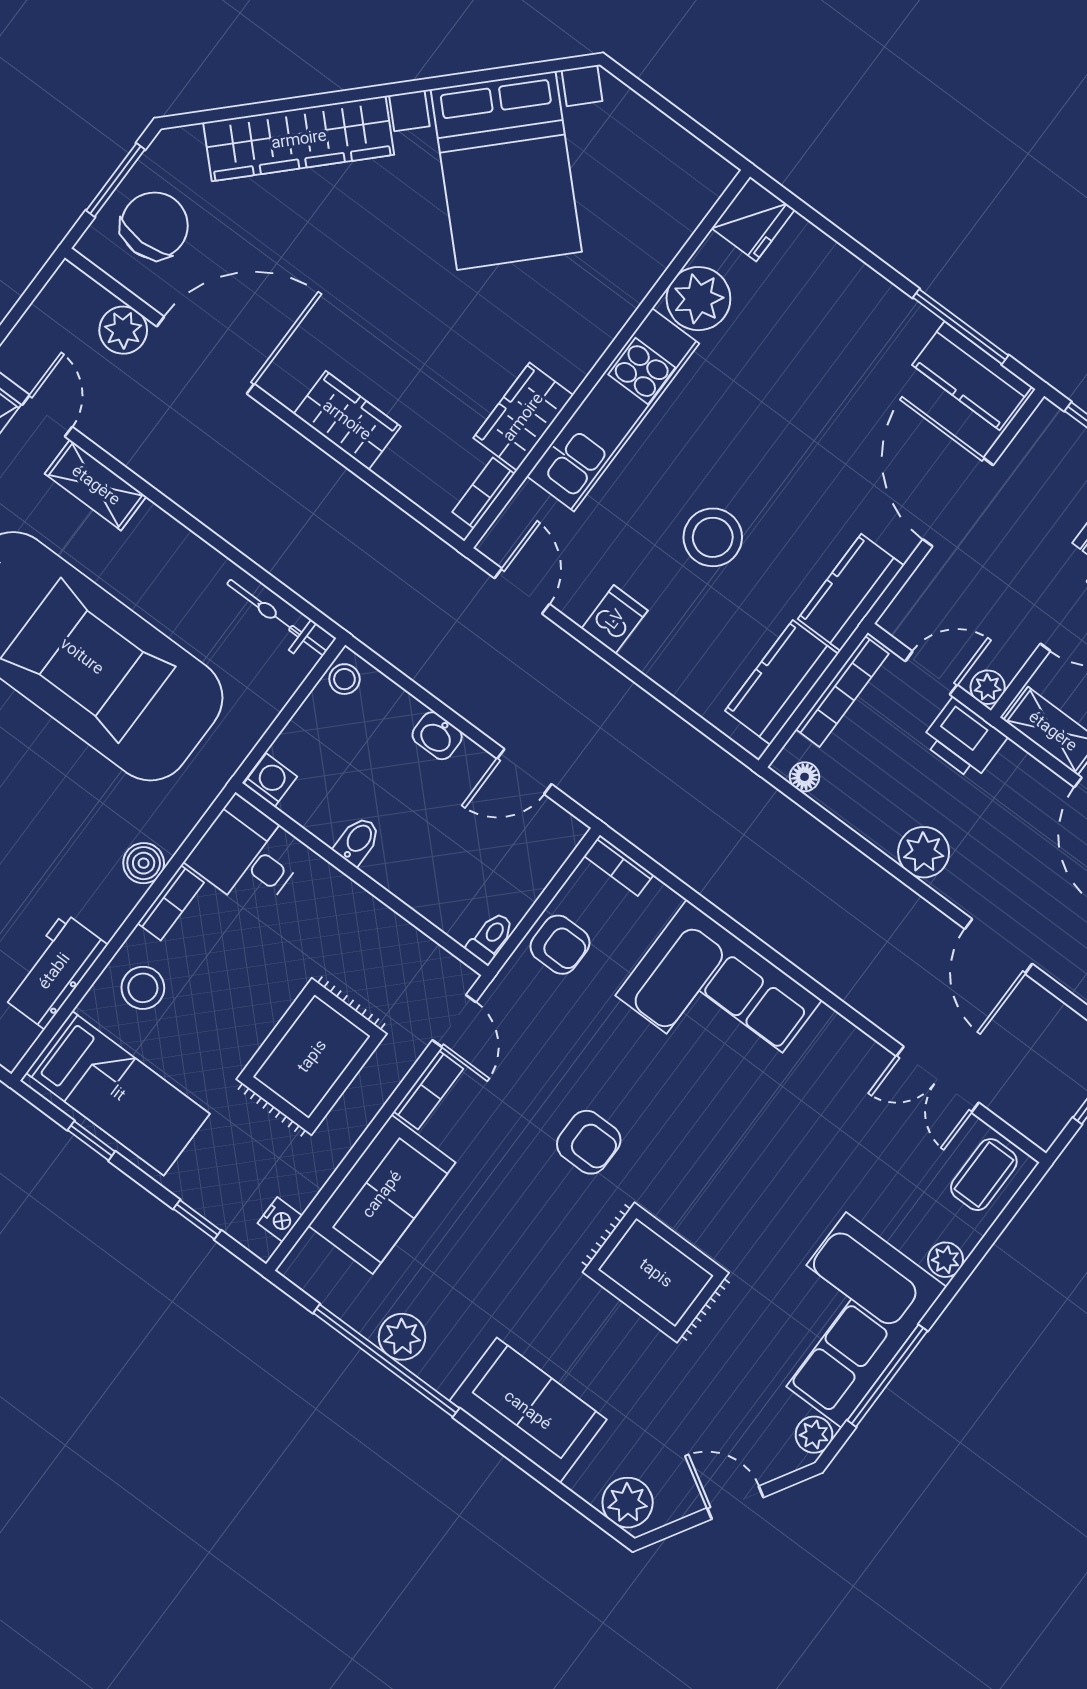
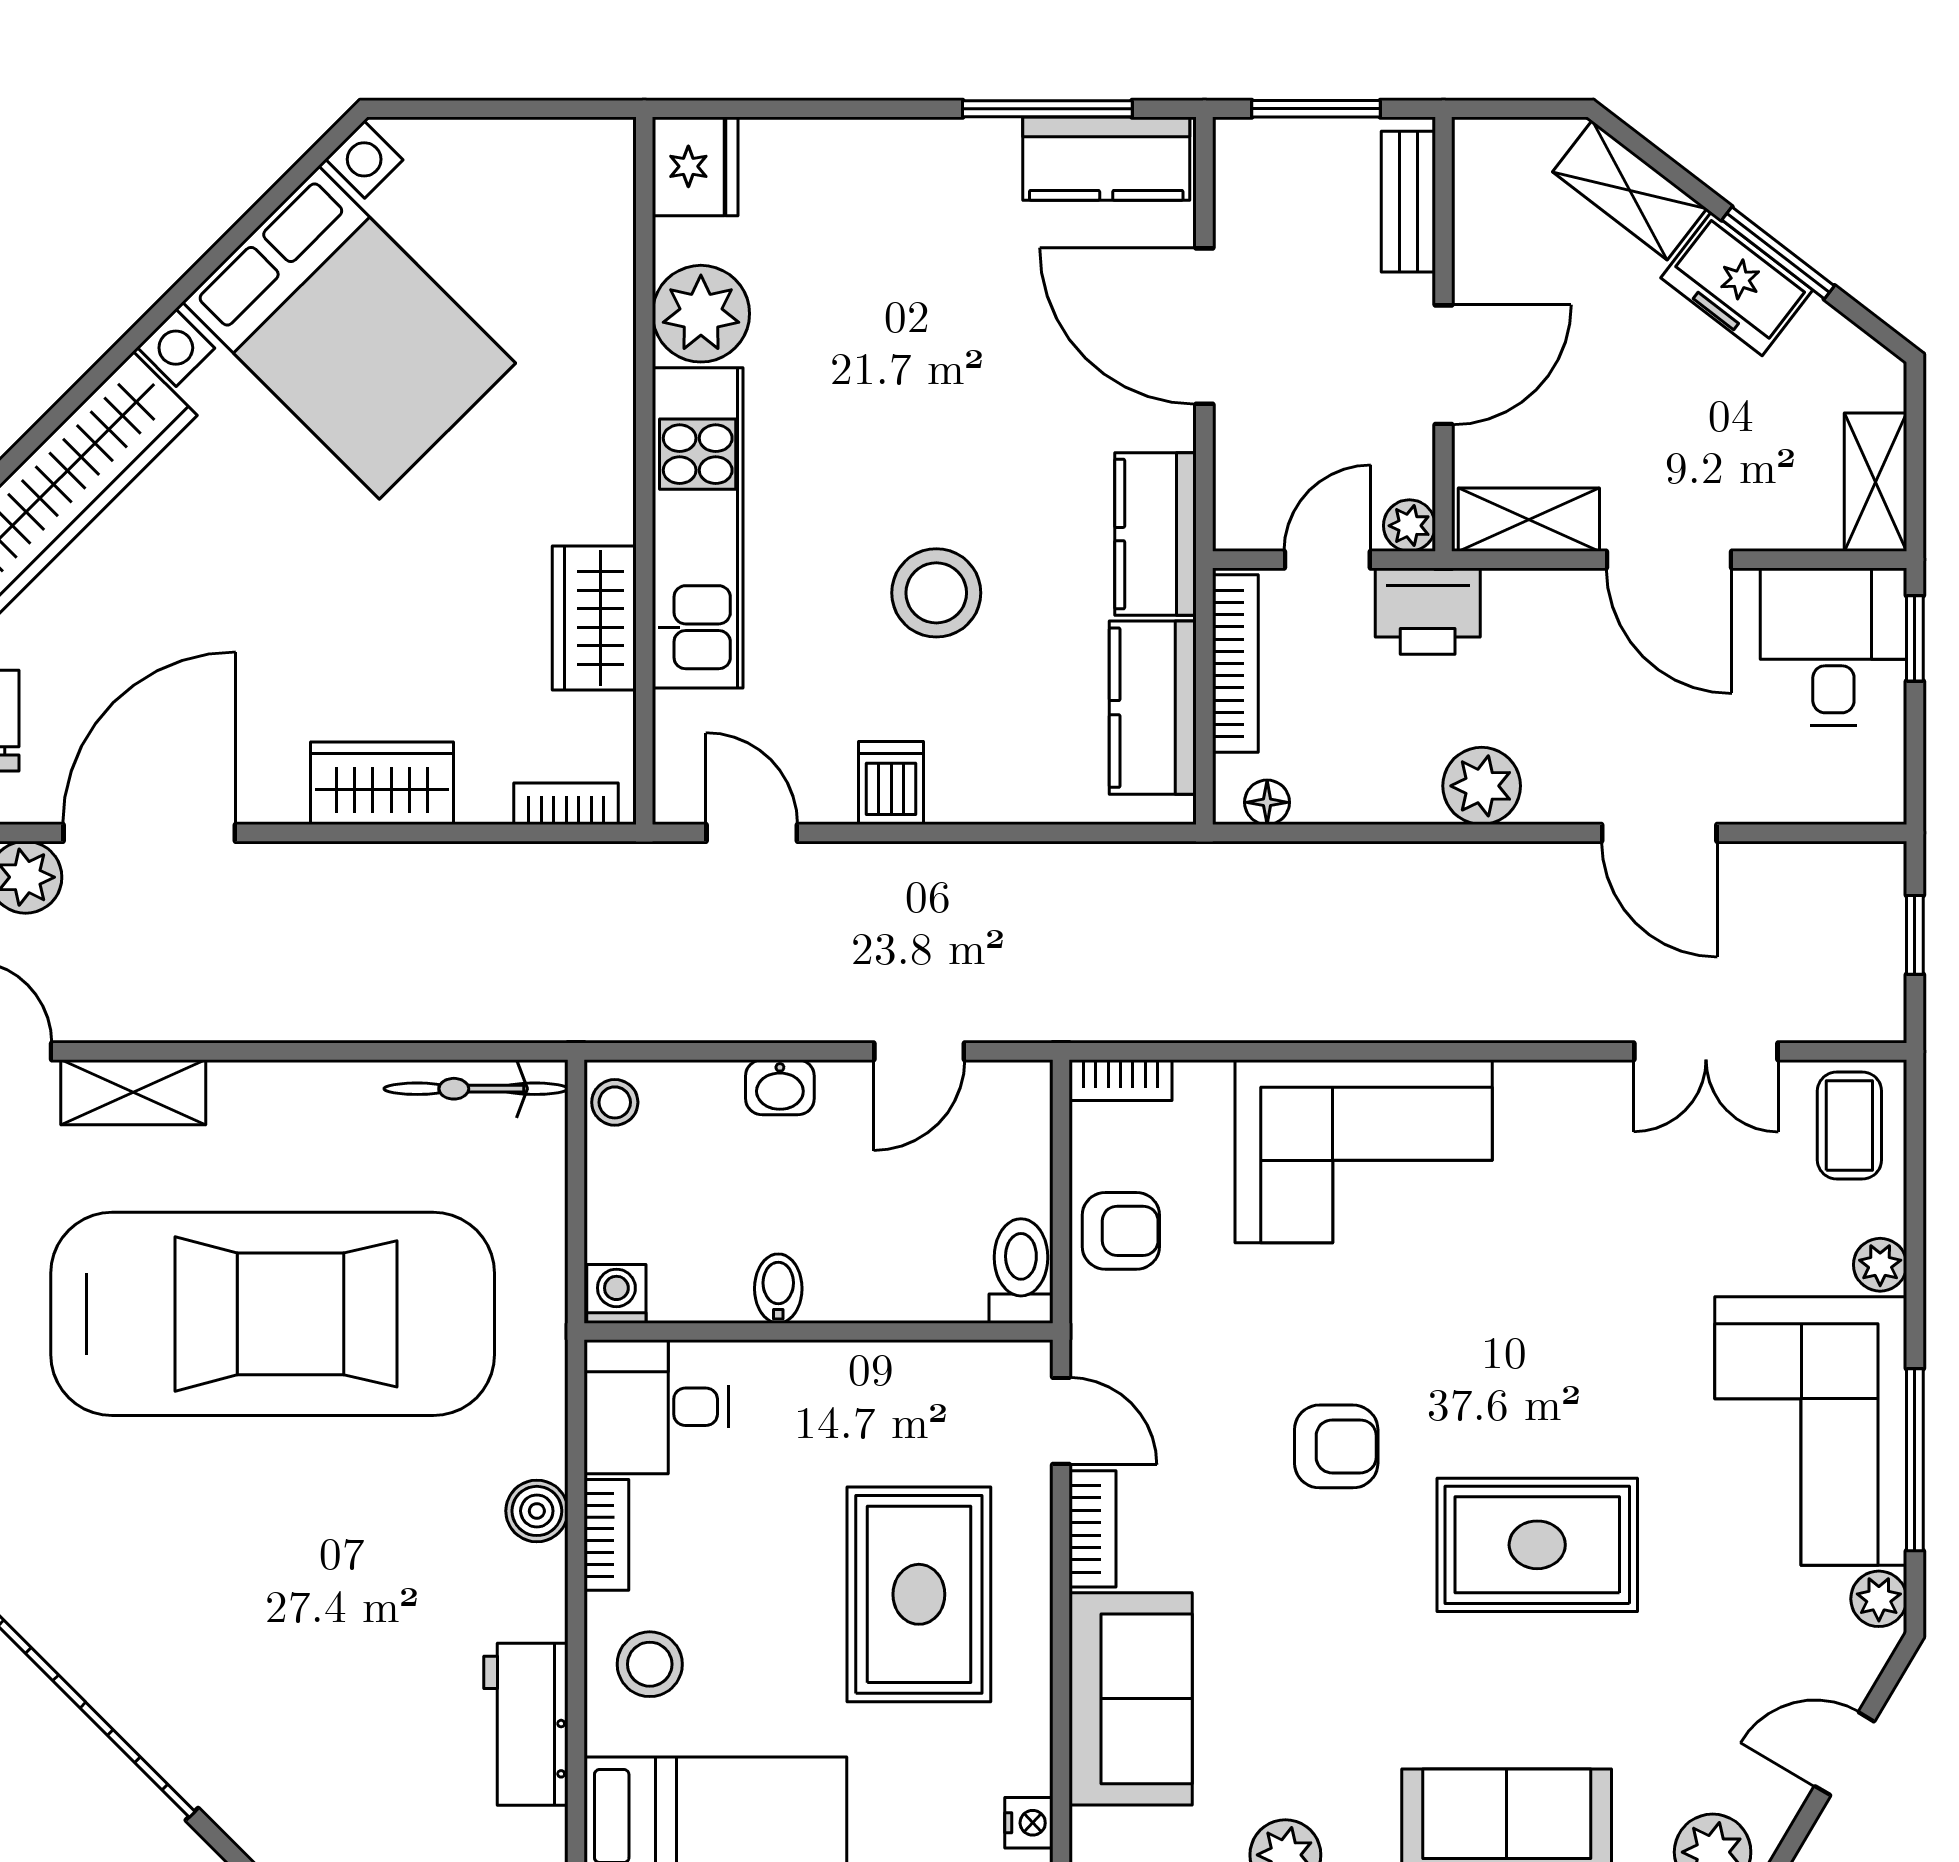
bookcase: (484, 493) -> (566, 804), moved, turned 90
toilet: (491, 938) -> (1021, 1271), width x1.37, depth x1.39

